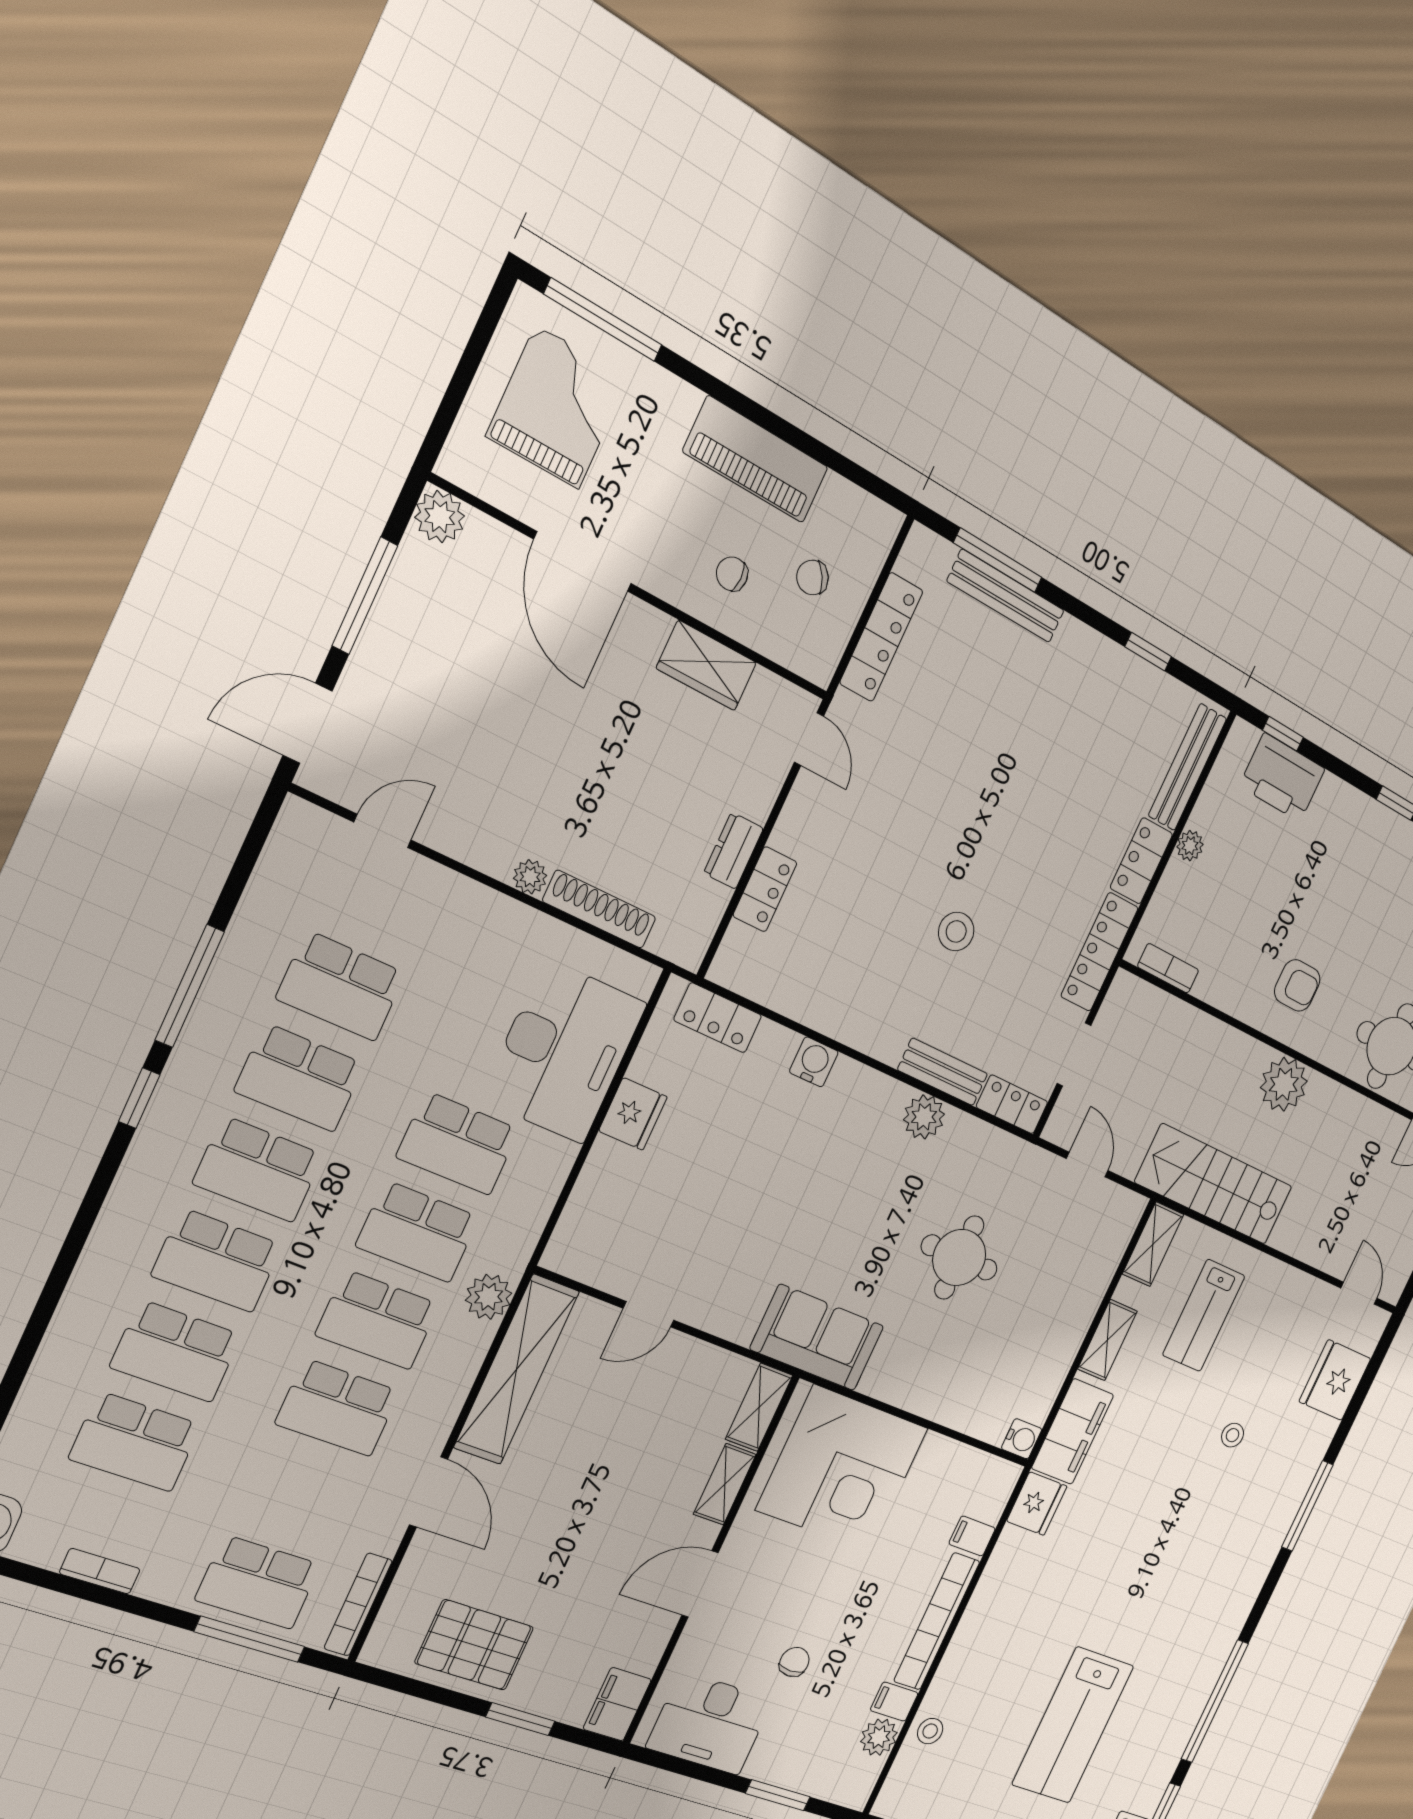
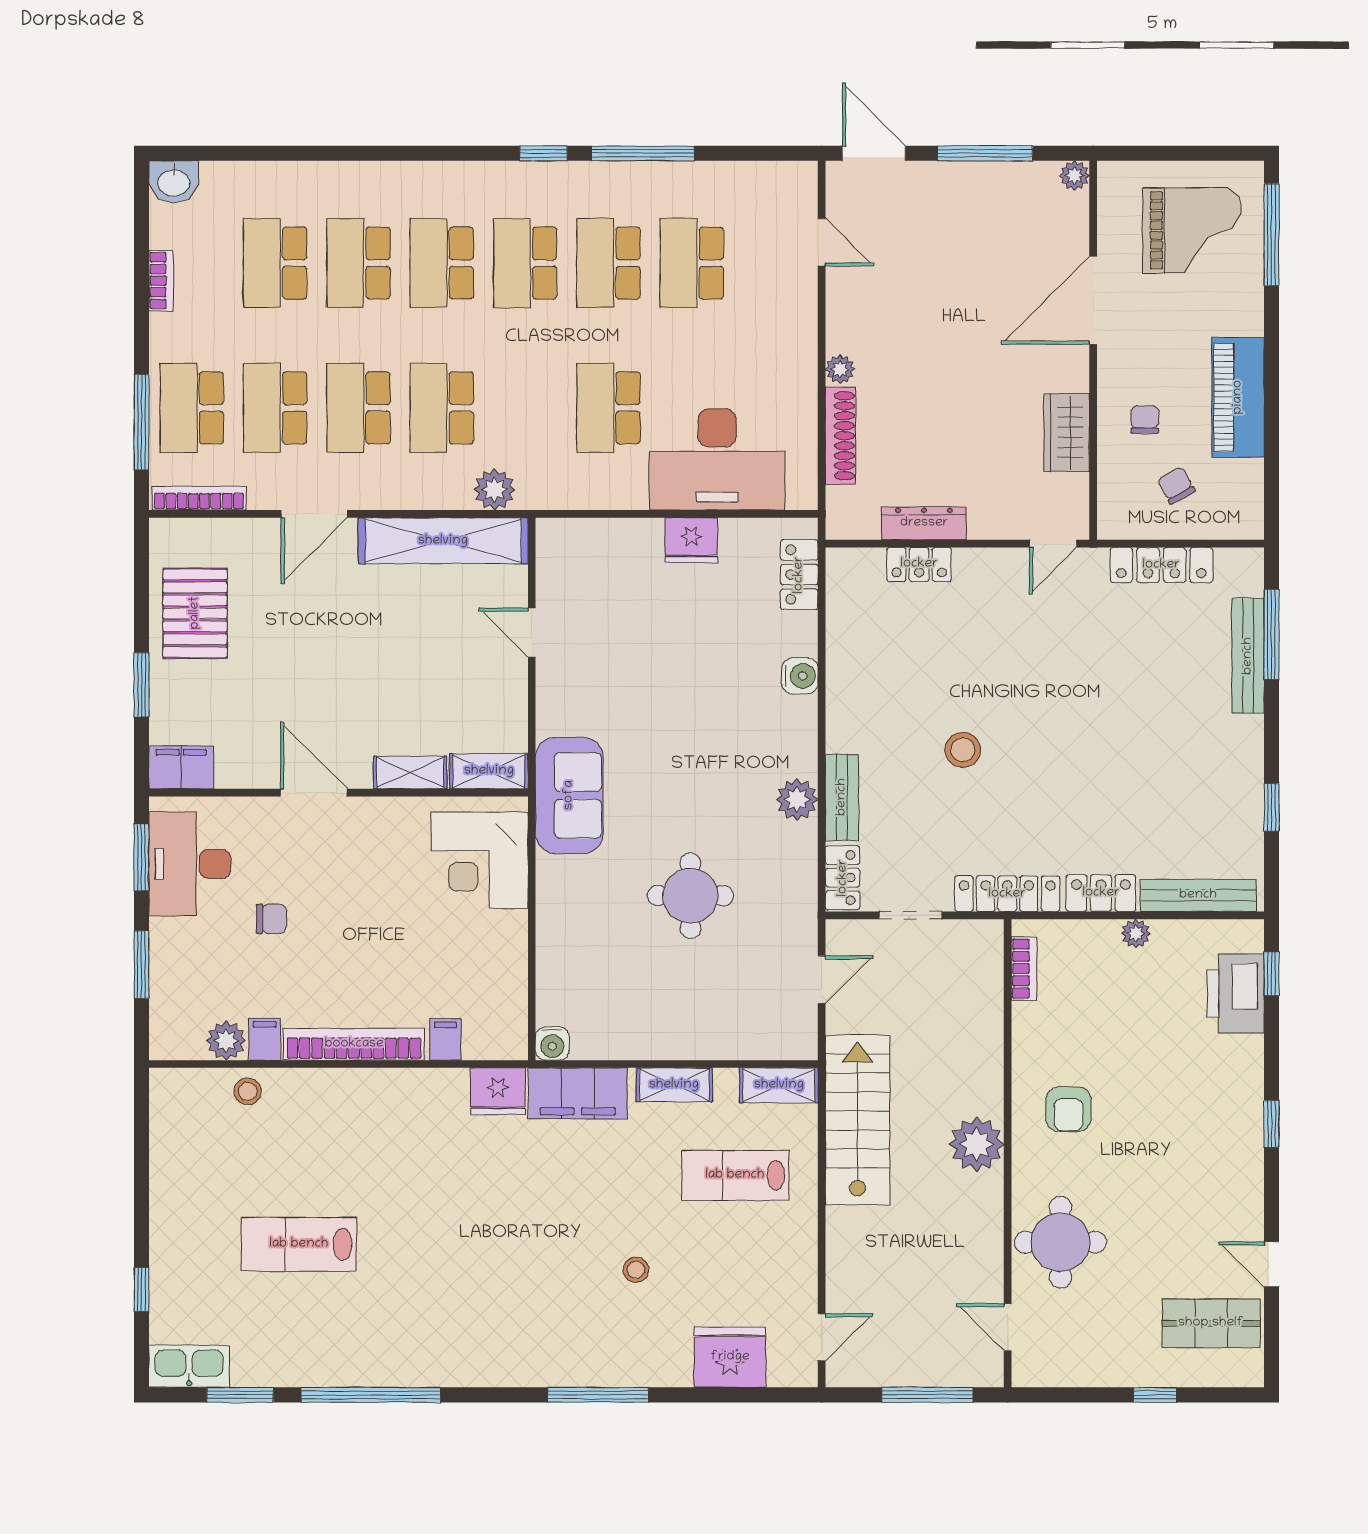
plant: (440, 517) -> (1075, 176), width x0.73, depth x0.73
dresser: (734, 851) -> (924, 523), width x1.44
school desk: (418, 1232) -> (275, 408), moved
corner desk: (842, 1469) -> (480, 860), width x0.74, depth x0.74
lab bench: (1073, 1725) -> (299, 1244), width x0.73, depth x0.72
window: (683, 1767) -> (141, 857), added

